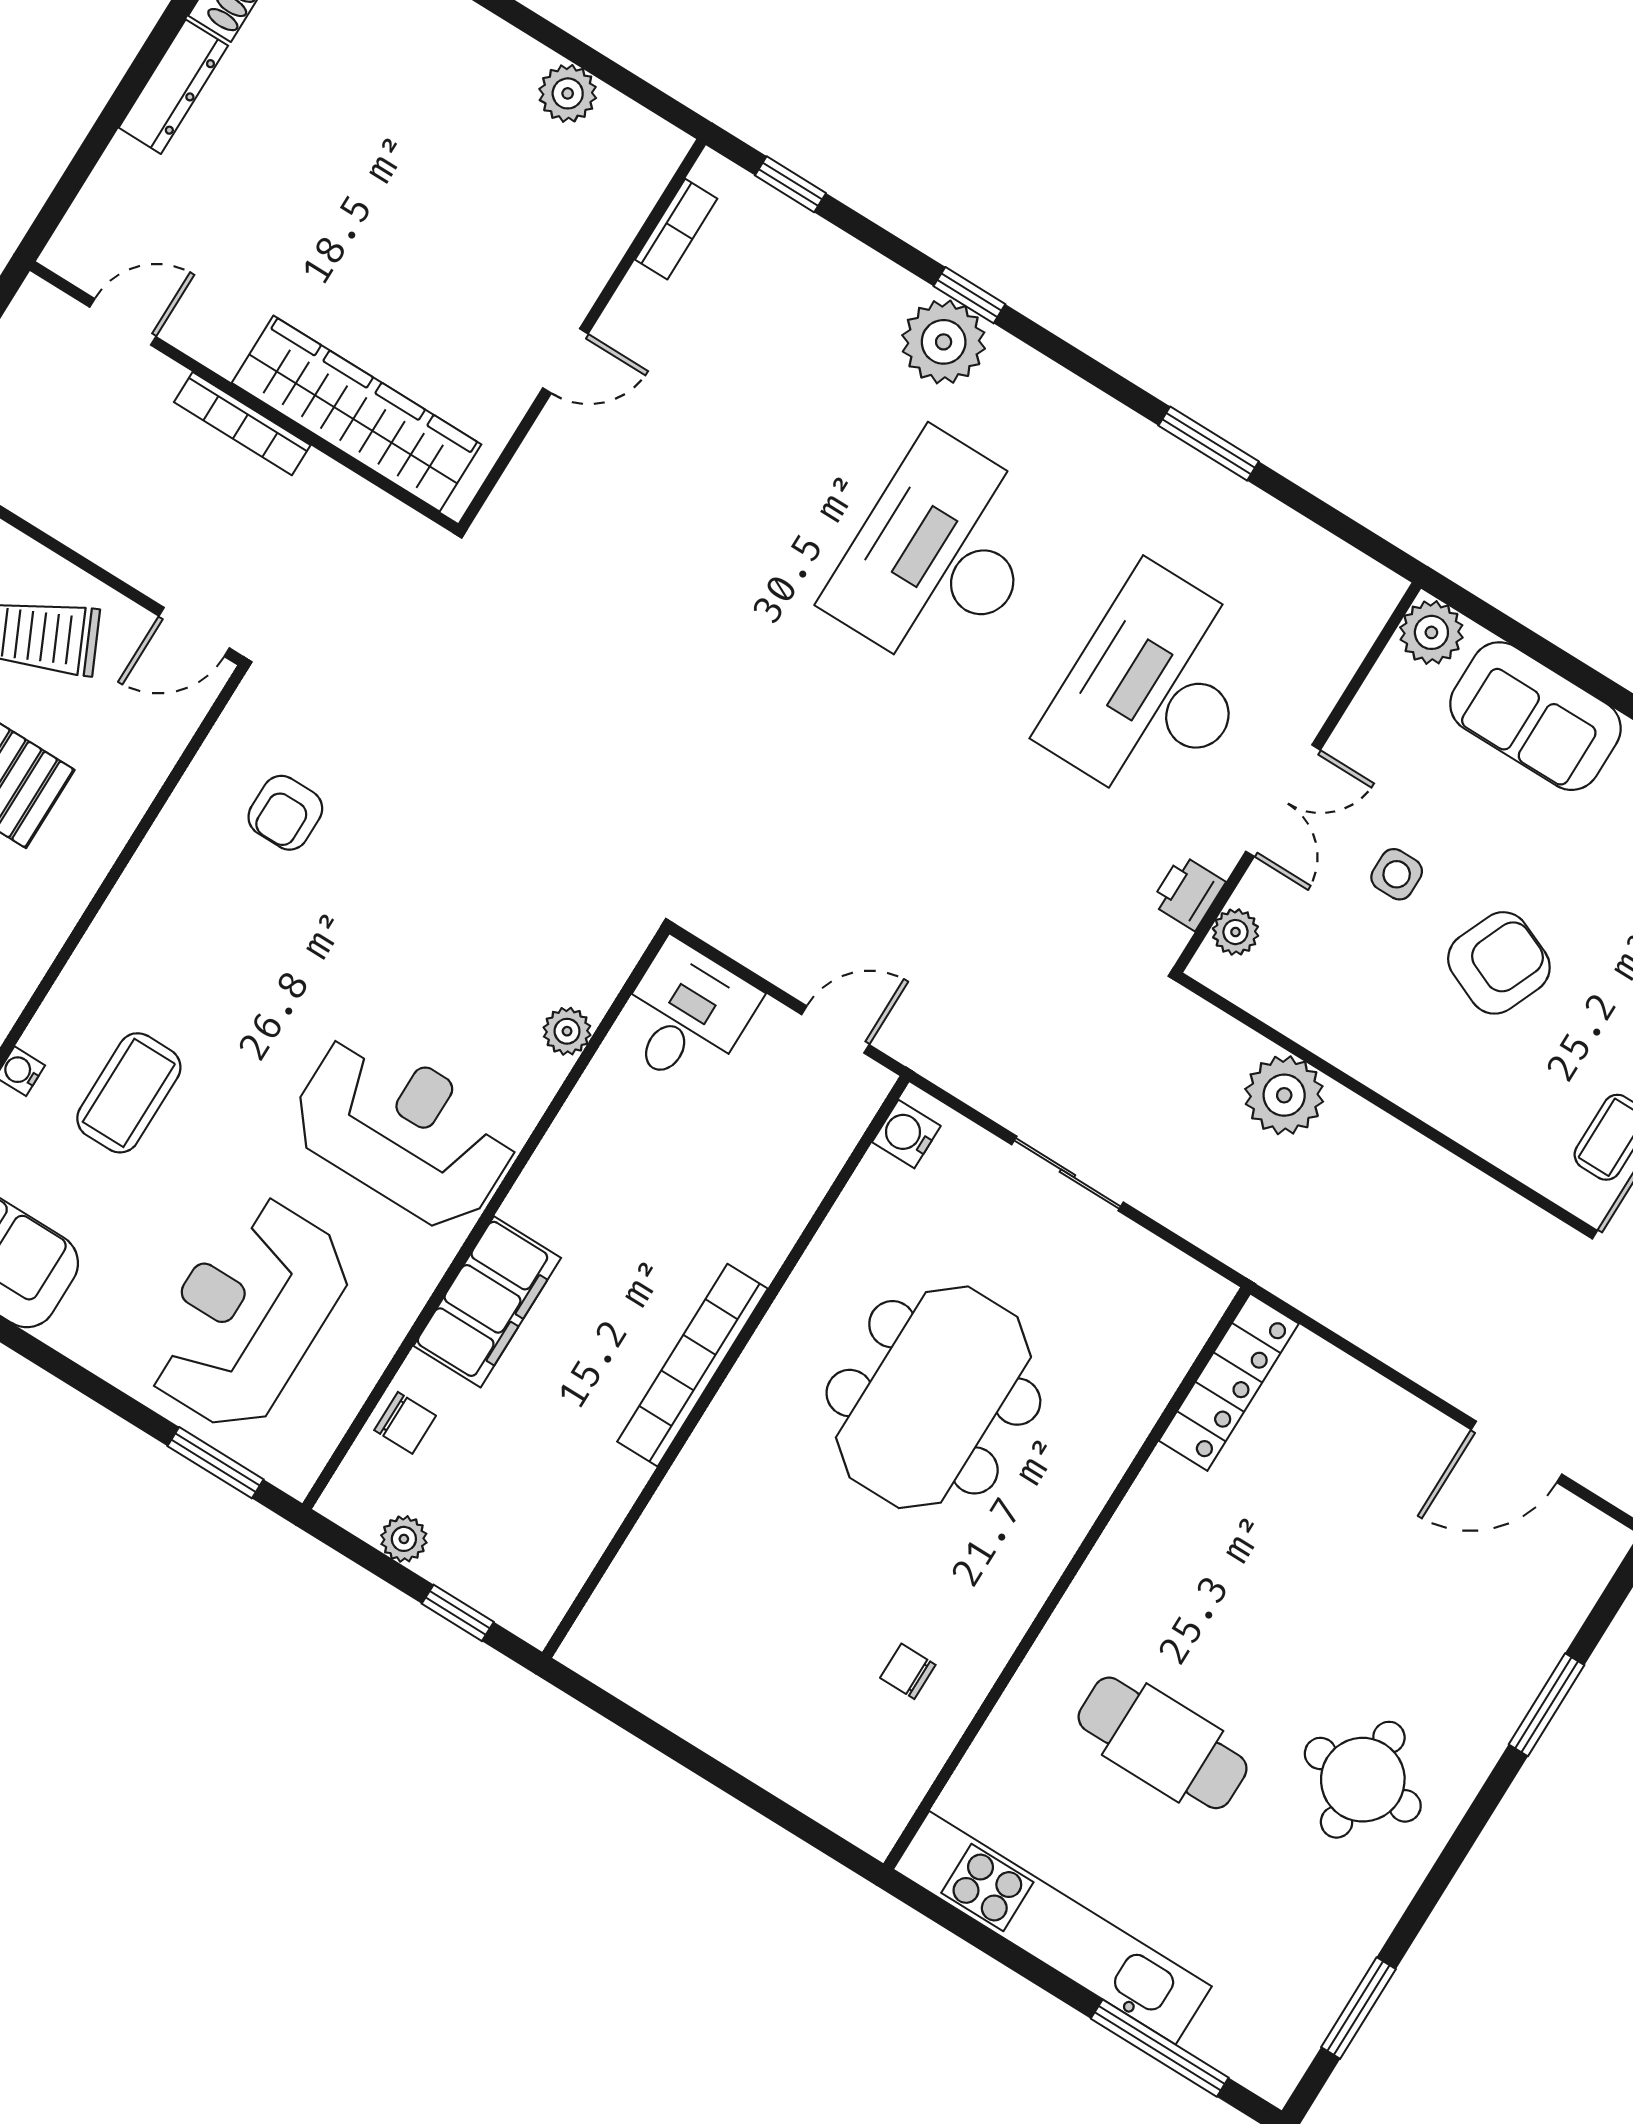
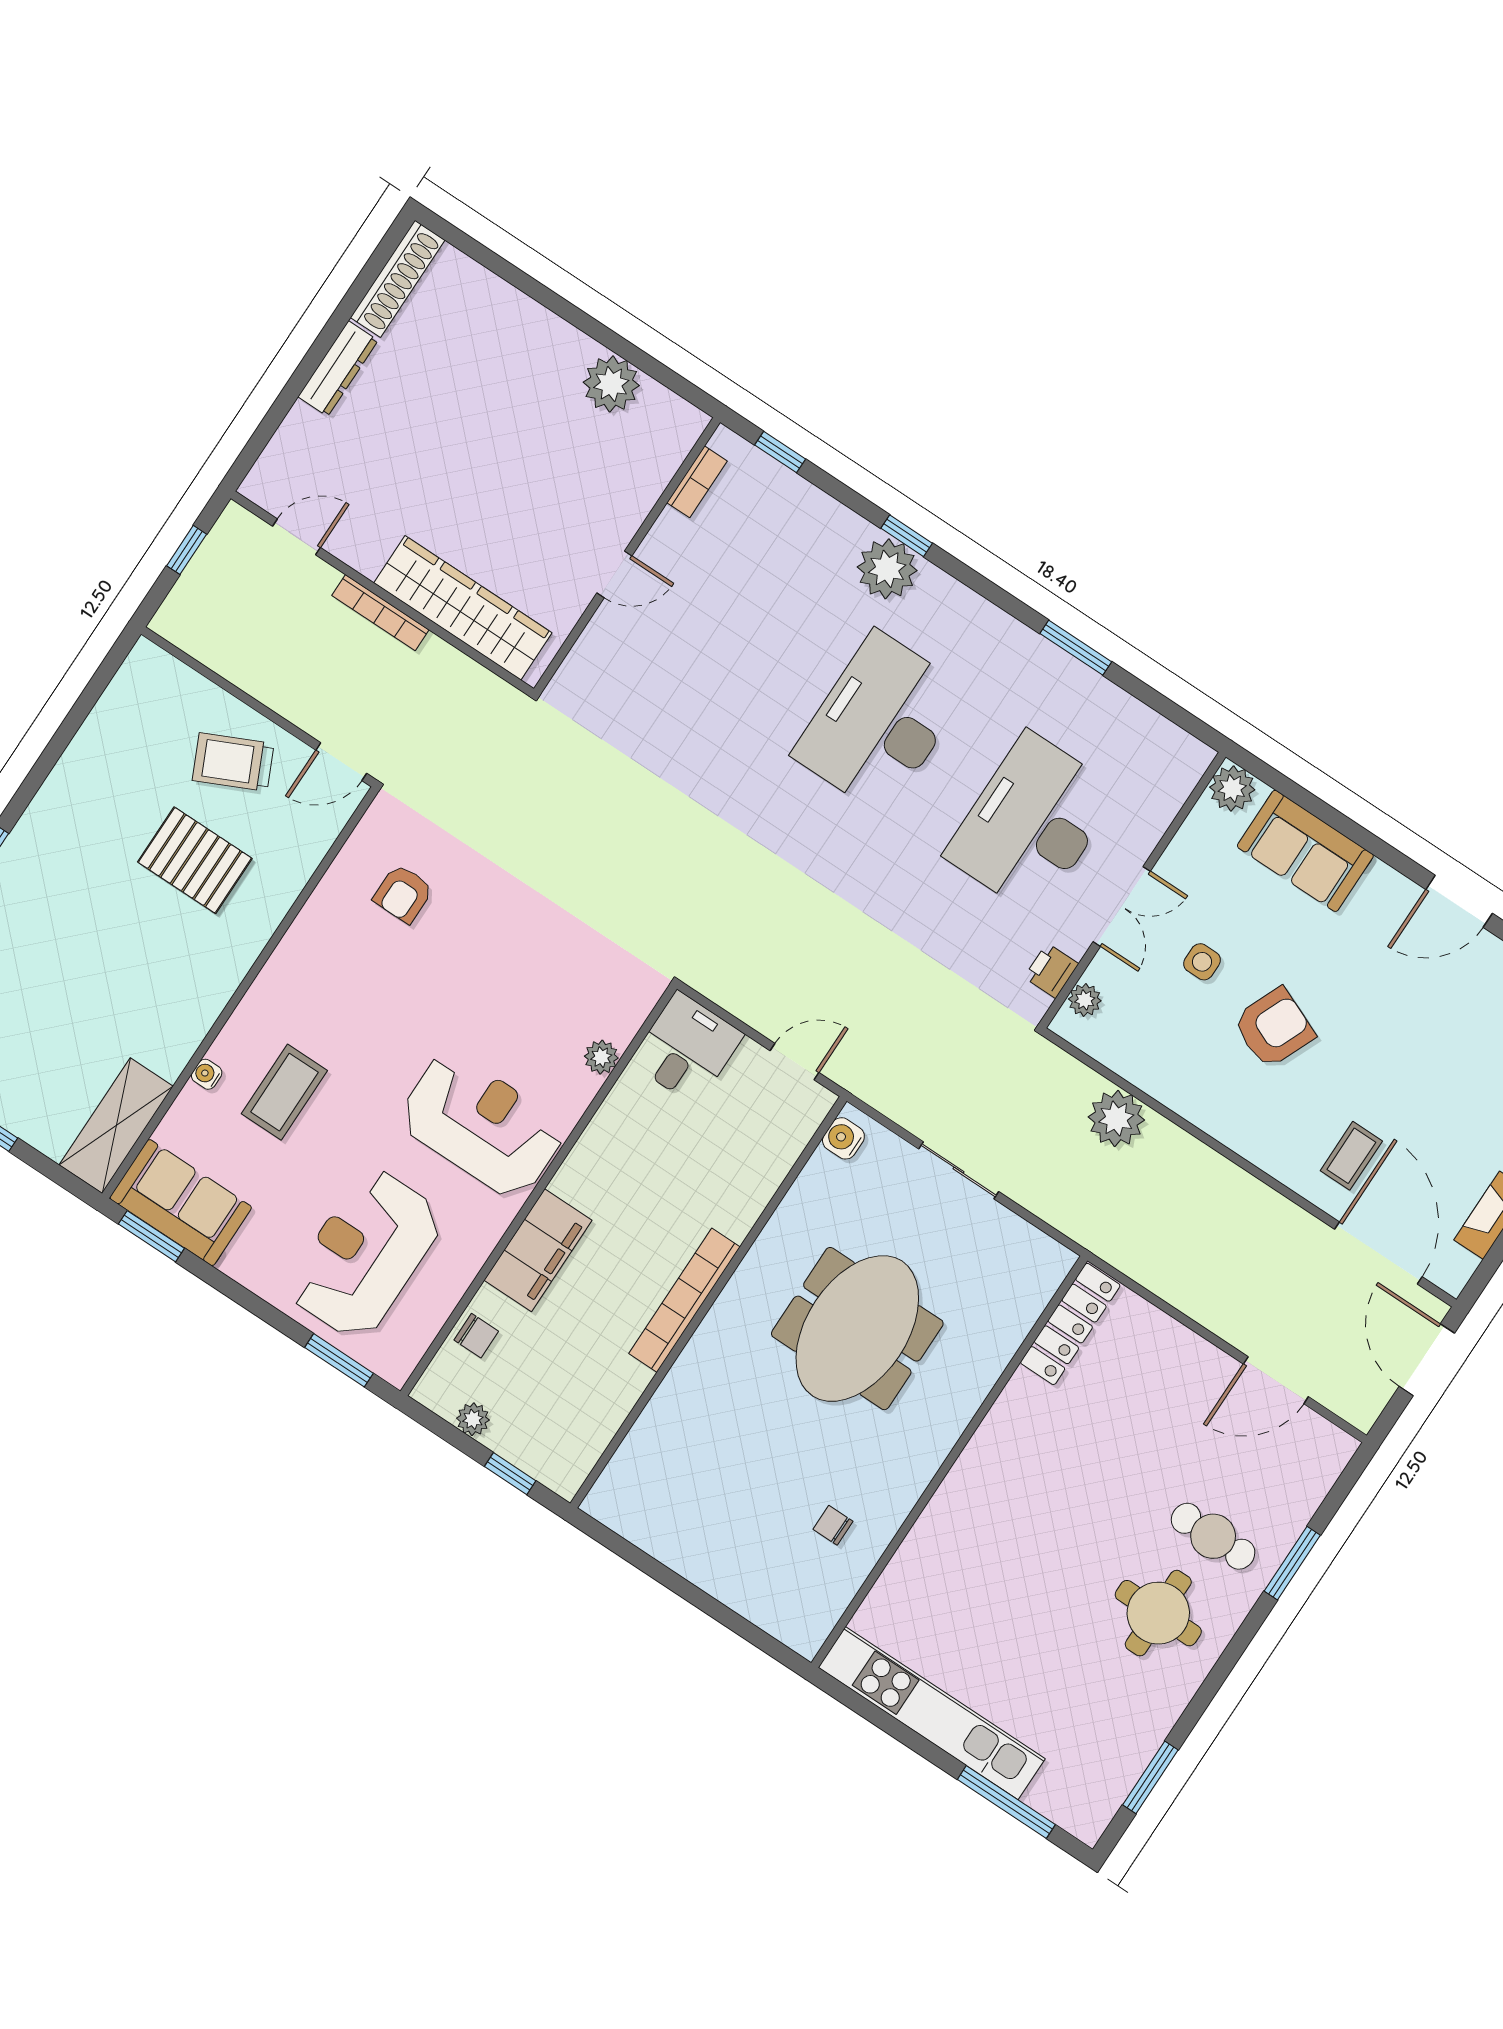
plant: (568, 93) -> (611, 384), width x1.36, depth x1.36
cafe table: (1163, 1743) -> (1213, 1536), moved, width x0.73, depth x0.74

